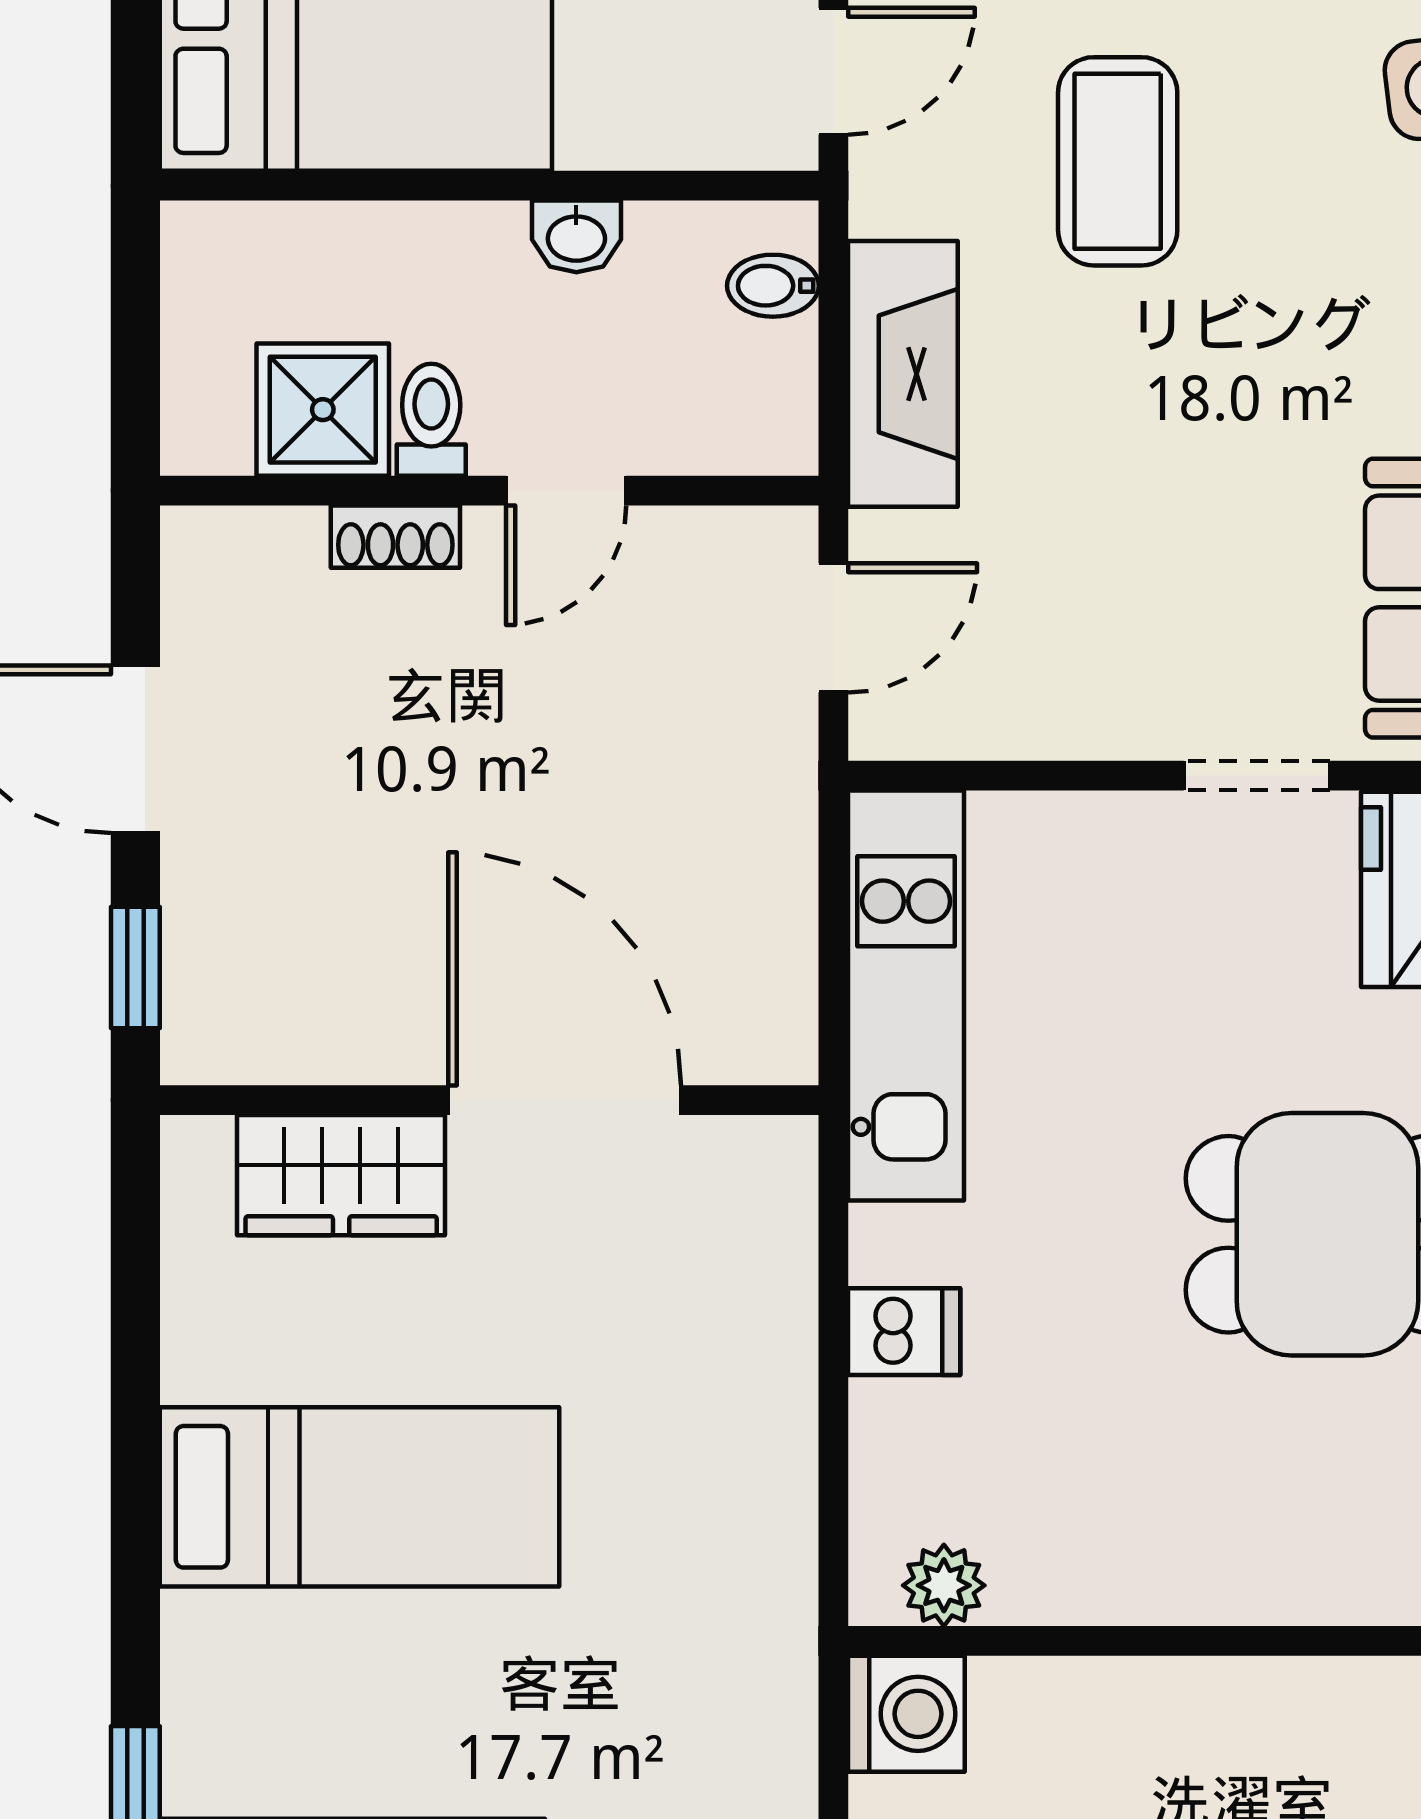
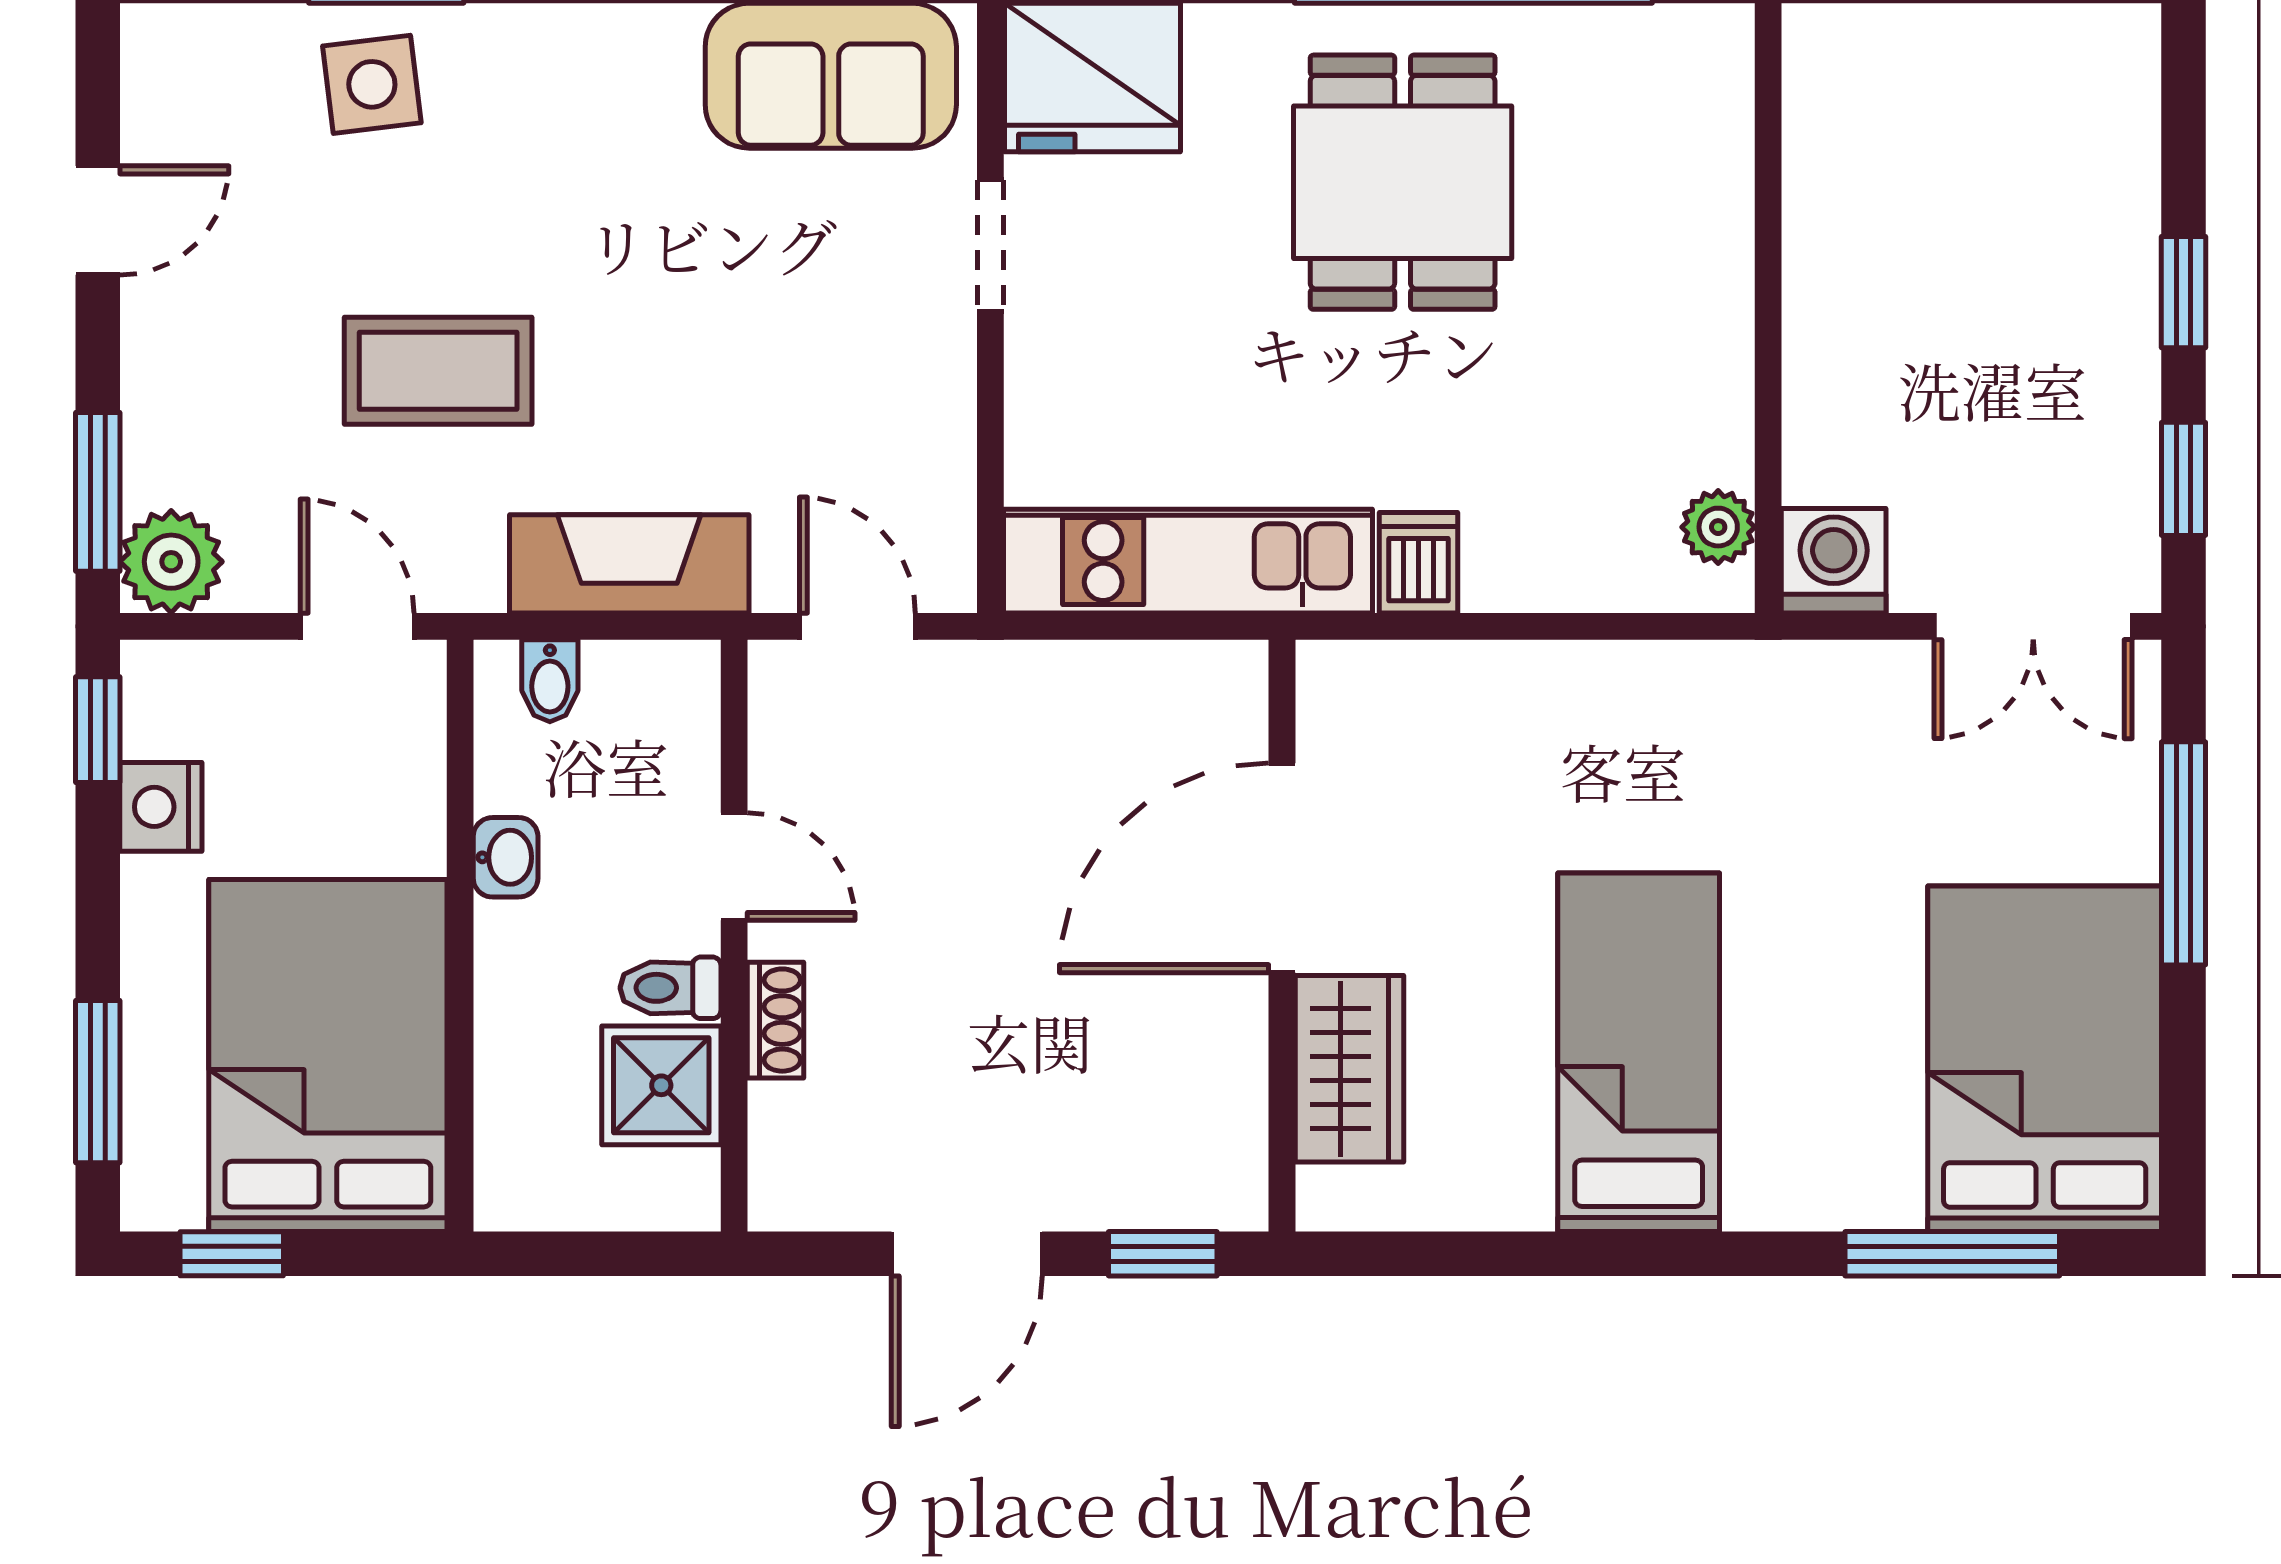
dishwasher: (904, 1332) -> (1419, 563), moved

